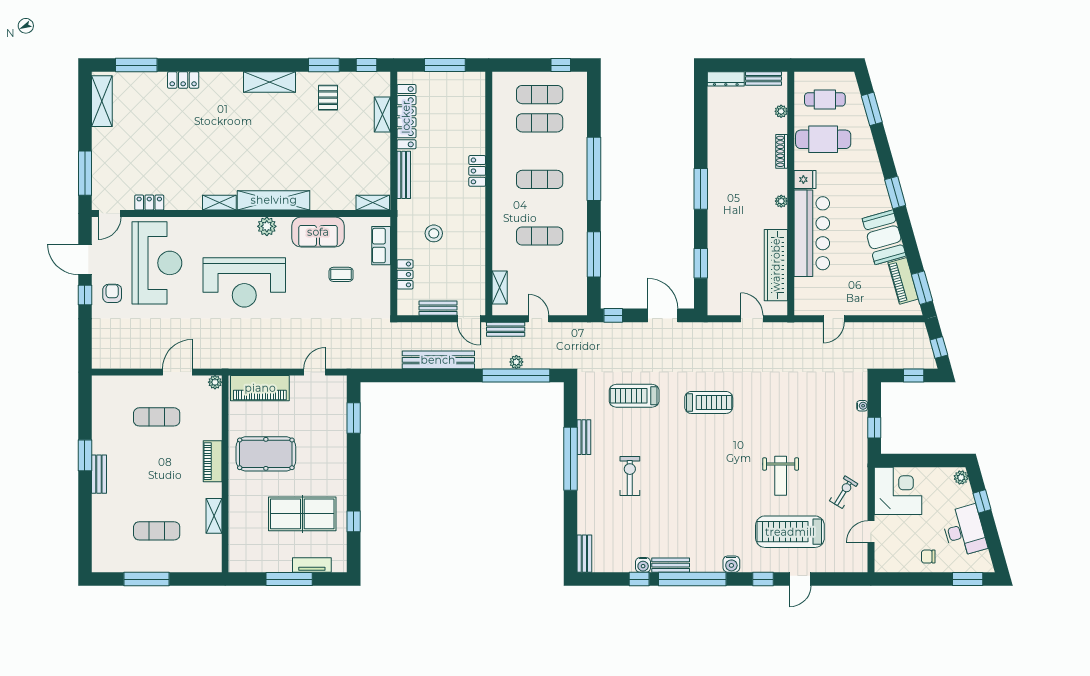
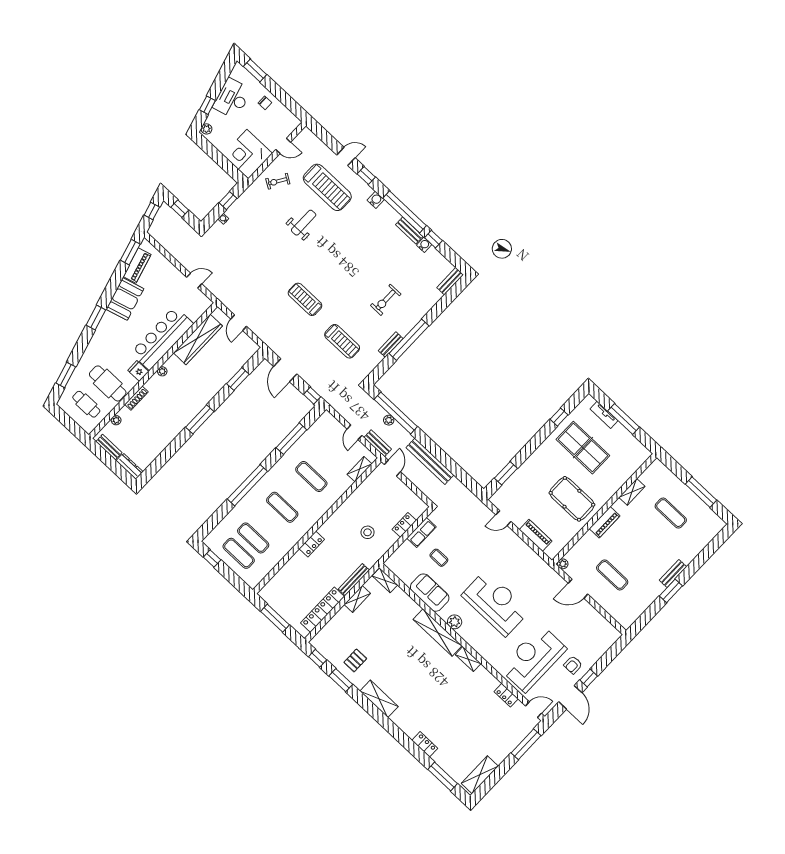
shelving: (382, 115) -> (357, 599), moved
row of seats: (381, 246) -> (422, 532), moved
bench: (438, 308) -> (404, 490), removed
piano: (260, 388) -> (536, 535), width x0.73, depth x0.75

